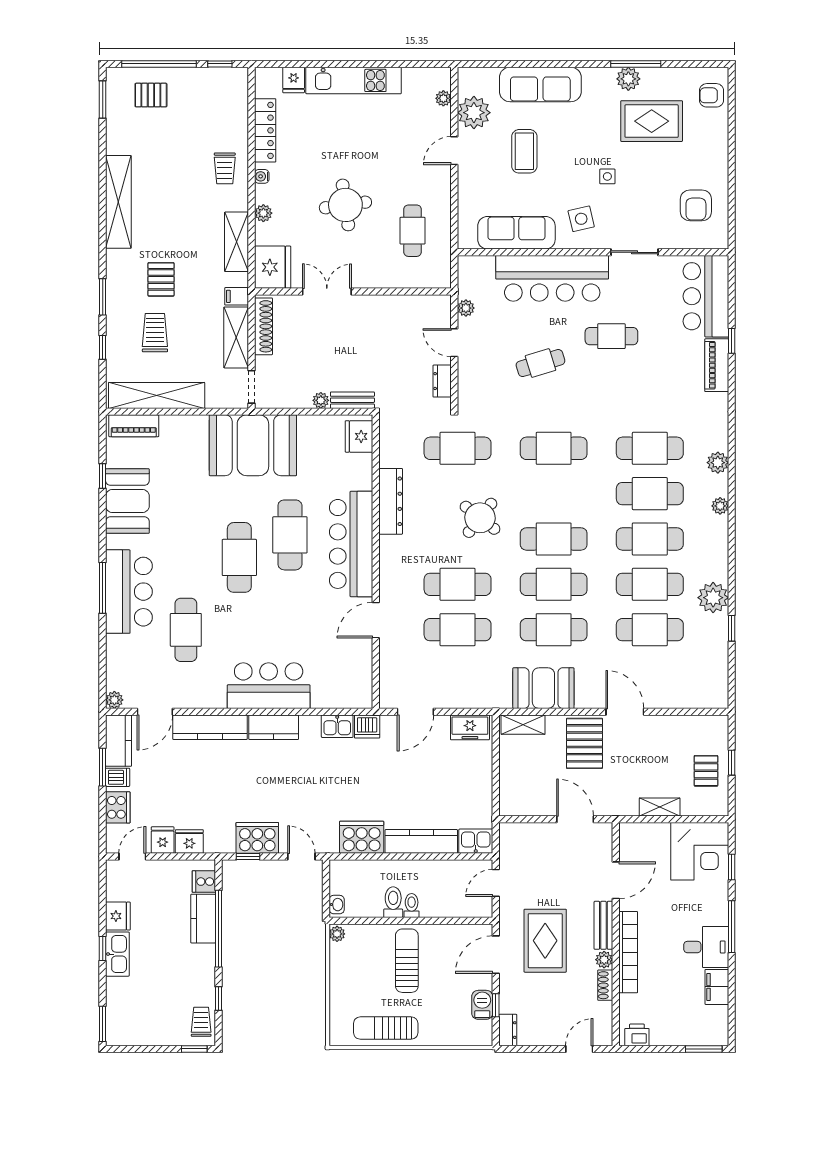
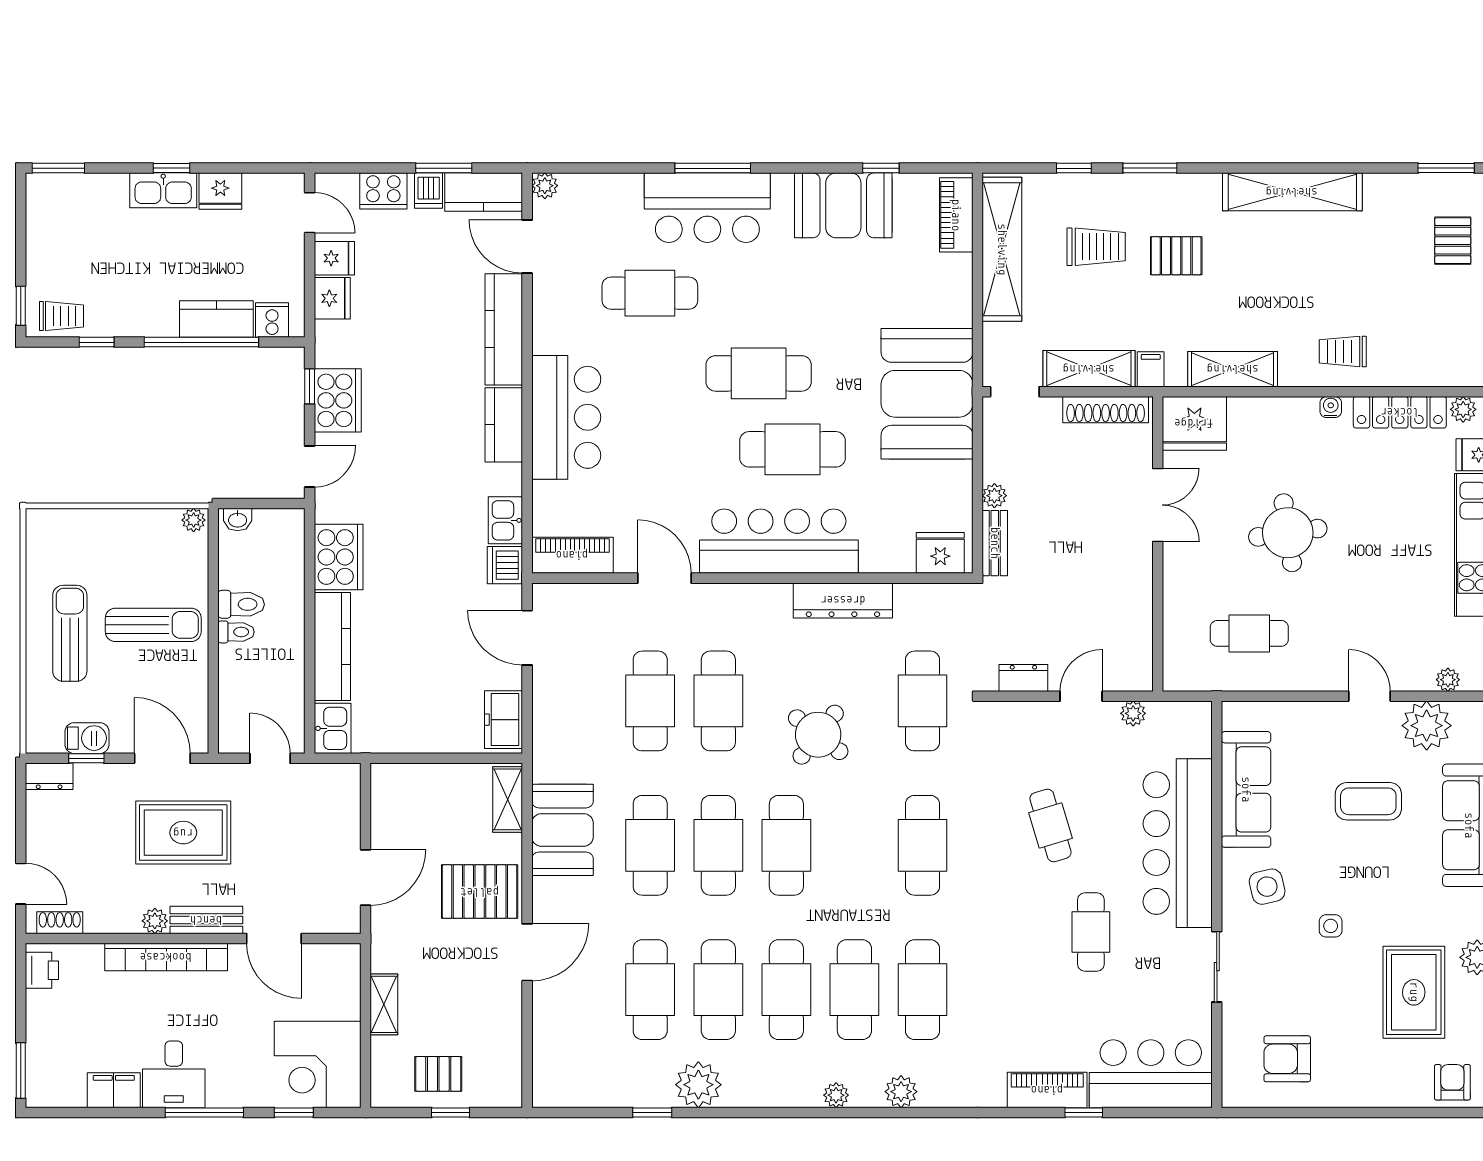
plant: (263, 213) -> (1463, 409), moved
piano: (360, 681) -> (572, 555), added
shoe rack: (605, 985) -> (60, 923), moved
sun lounger: (386, 1028) -> (70, 633), moved

